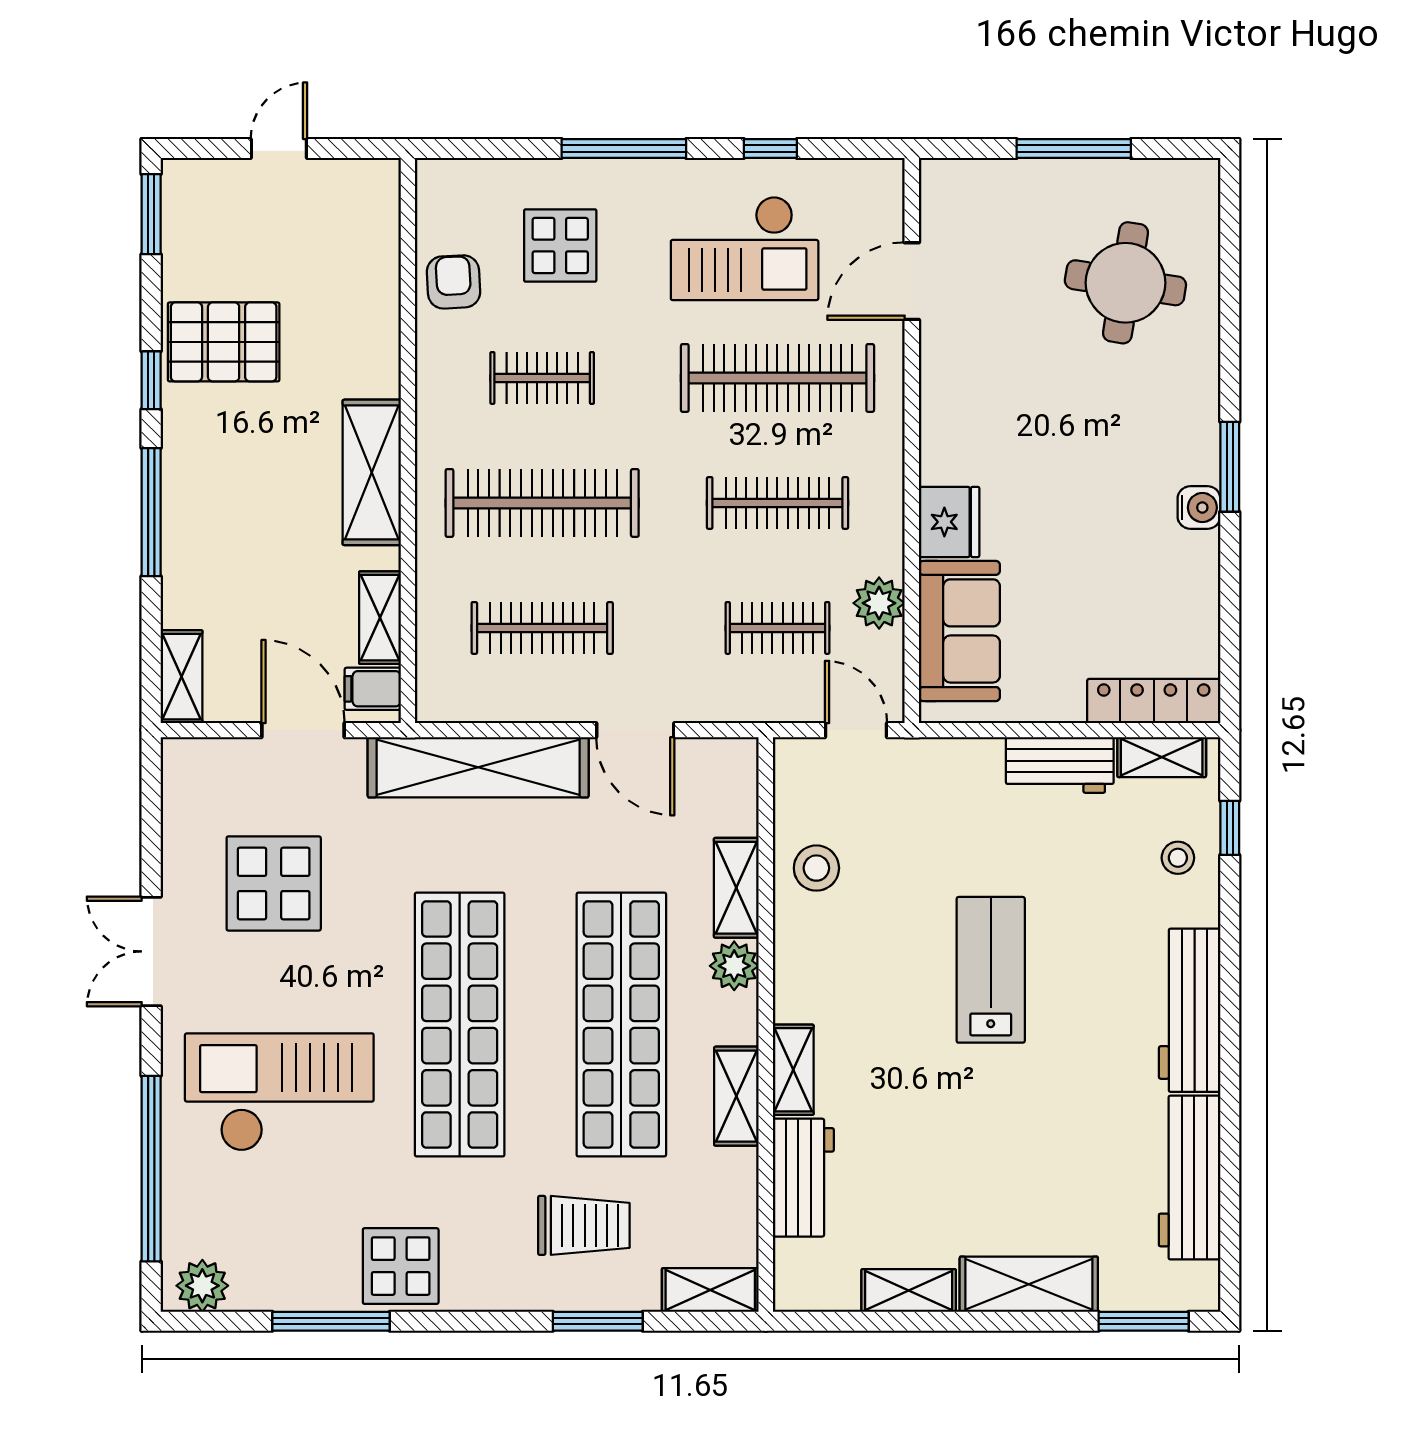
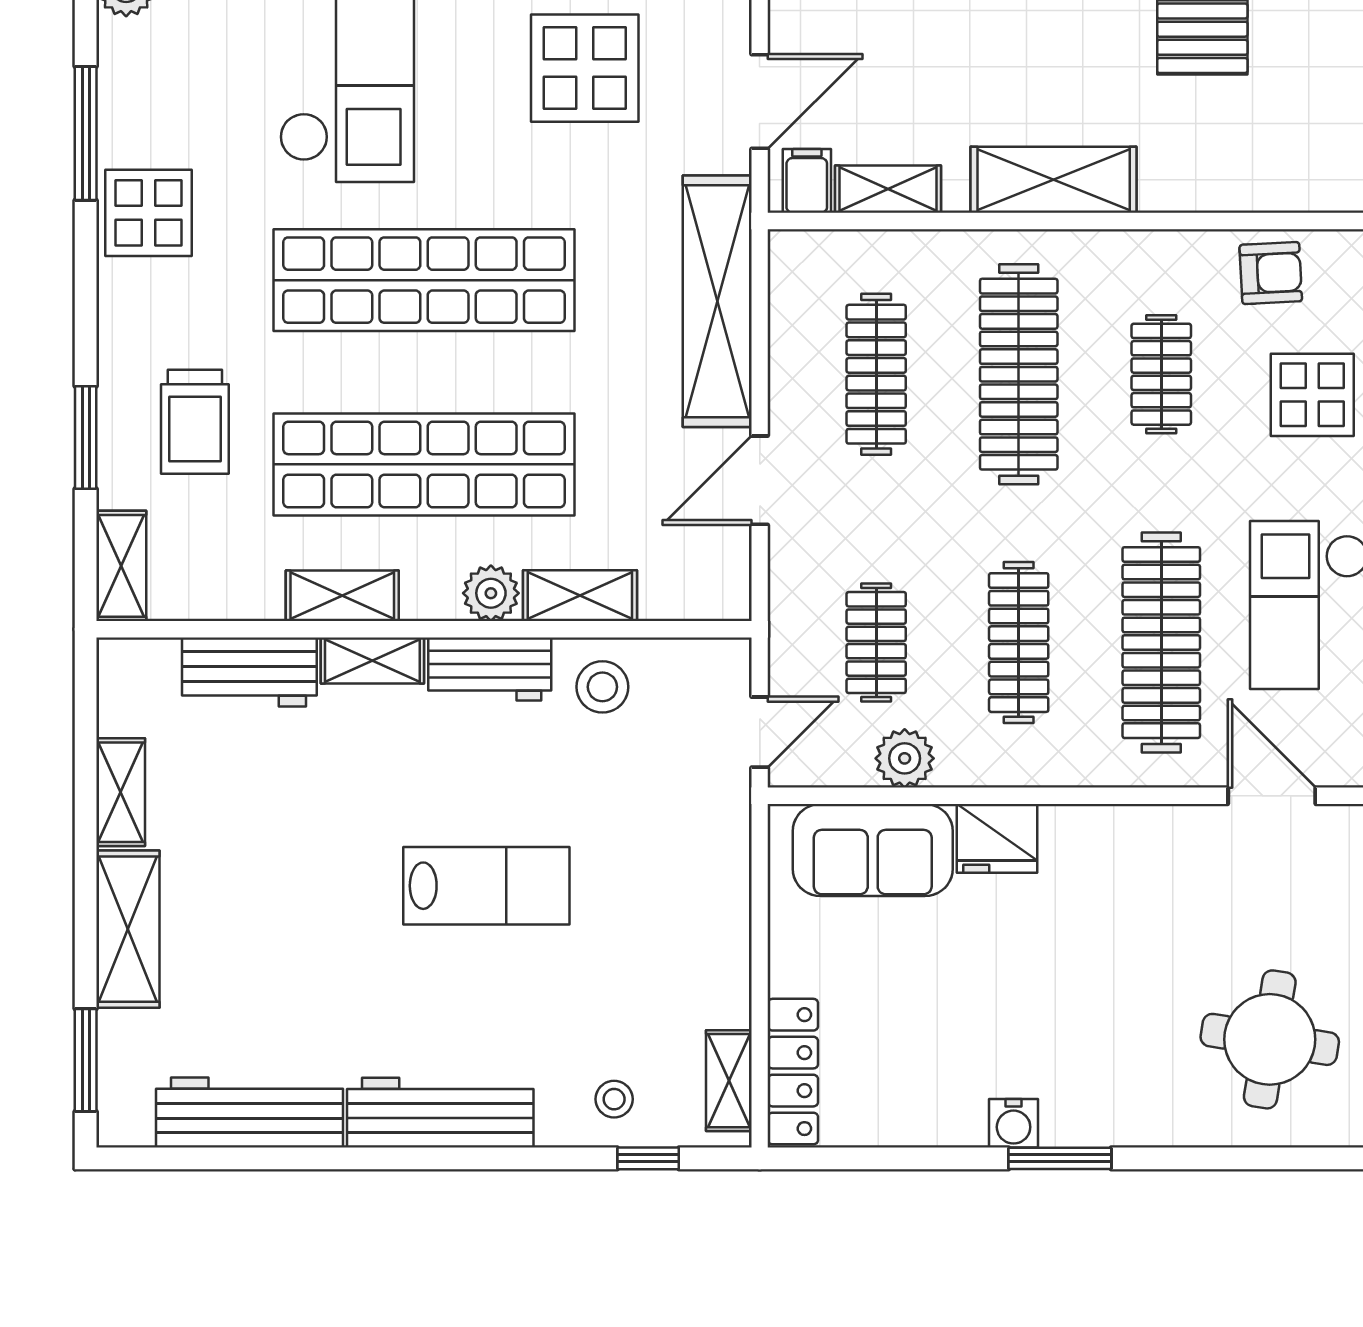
workbench: (1060, 765) -> (490, 669), moved, turned -90

